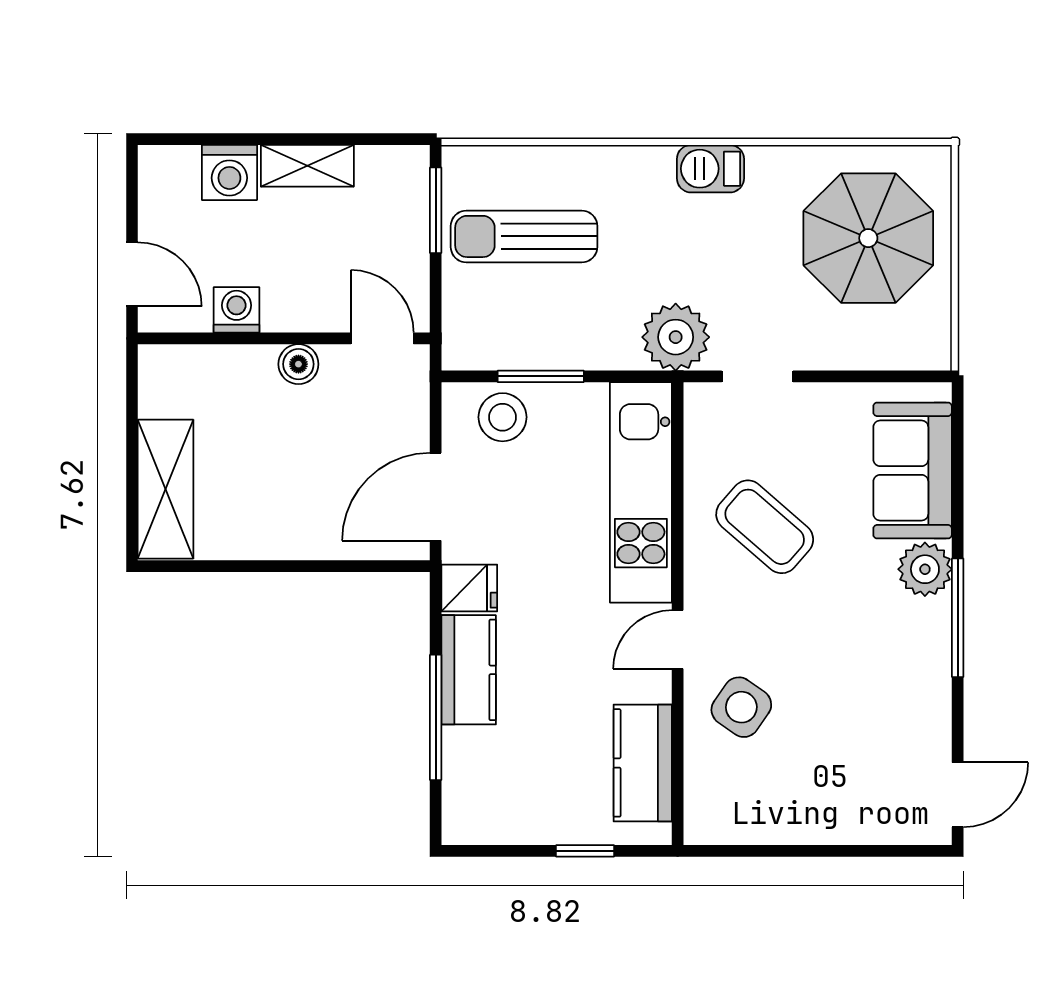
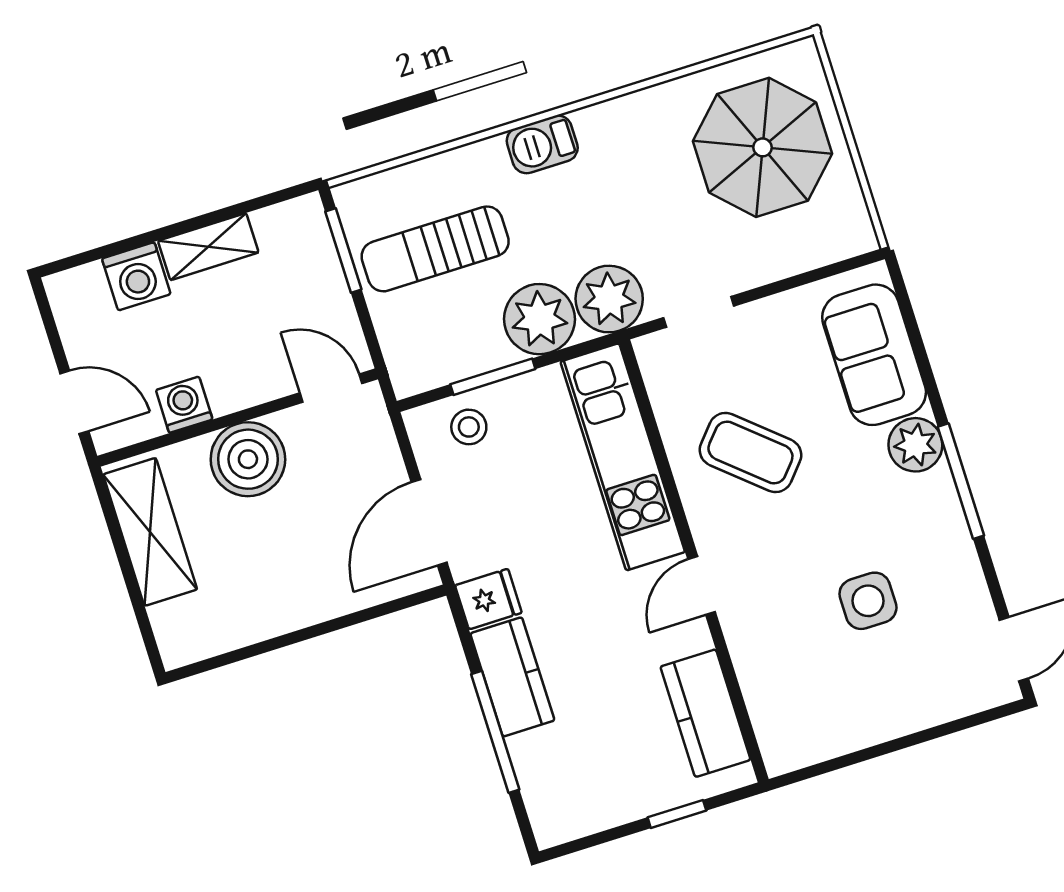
barbecue: (710, 169) -> (542, 144), moved
plant: (603, 335) -> (539, 319), added
boiler: (298, 364) -> (248, 459), width x1.86, depth x1.86
stool: (502, 417) -> (469, 427), width x0.73, depth x0.73
shelving: (165, 489) -> (150, 532), moved
side table: (741, 707) -> (868, 601), moved, turned -35

